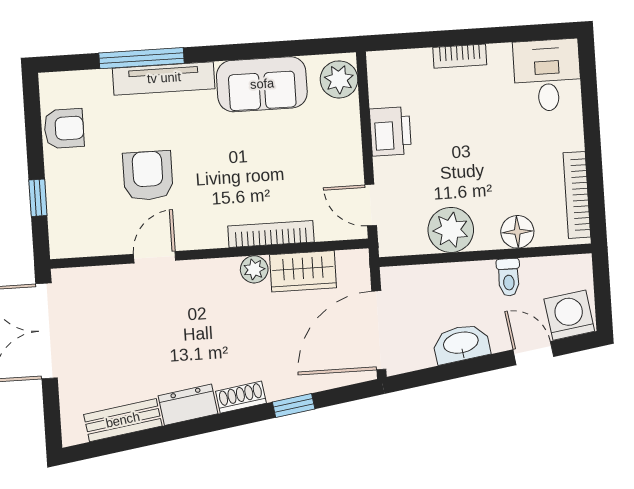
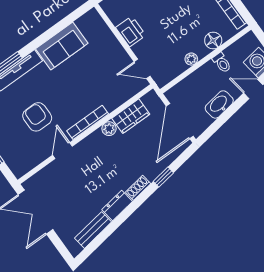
plant: (339, 79) -> (94, 23), removed
plant: (451, 230) -> (191, 59), width x0.53, depth x0.53
bookcase: (271, 234) -> (88, 122), moved

